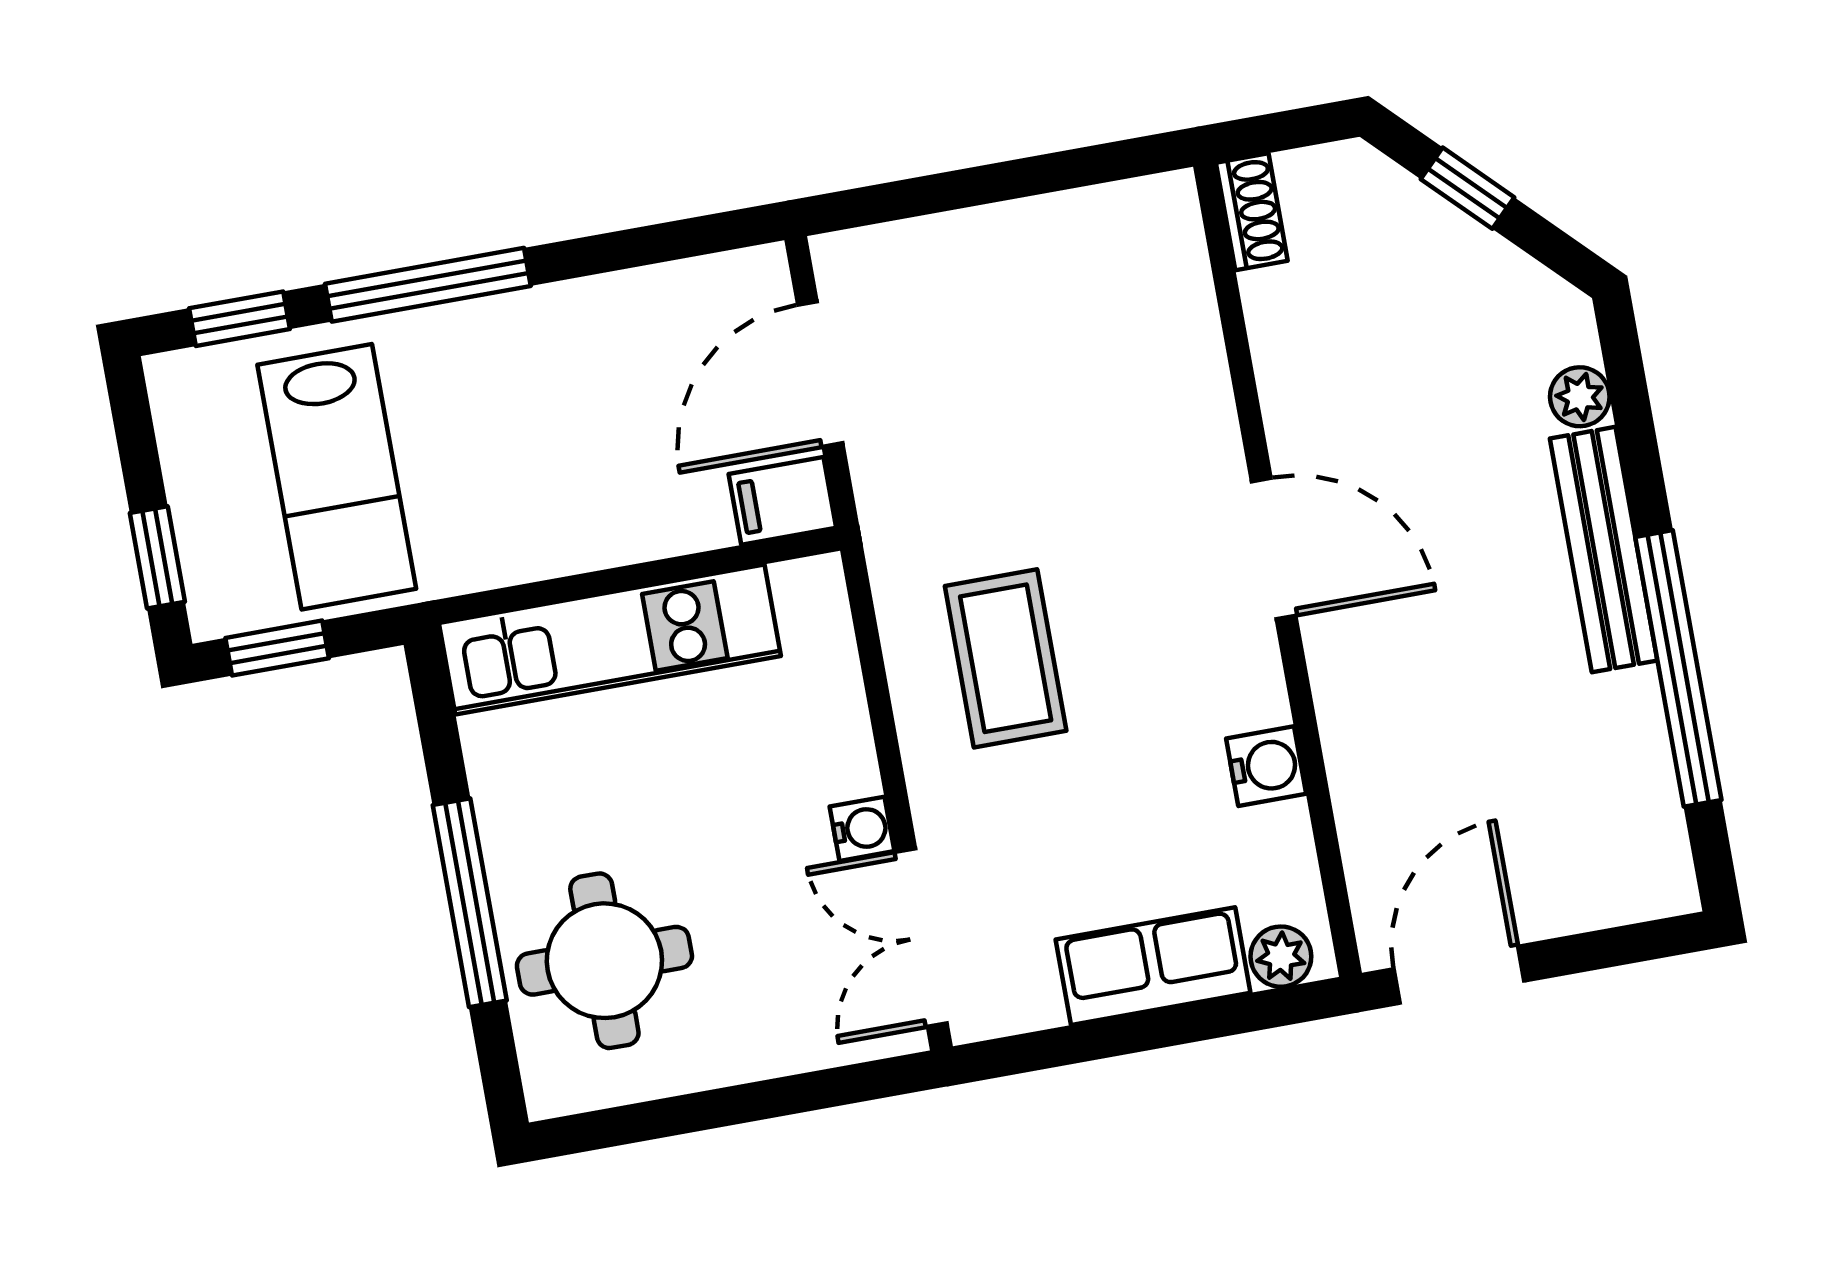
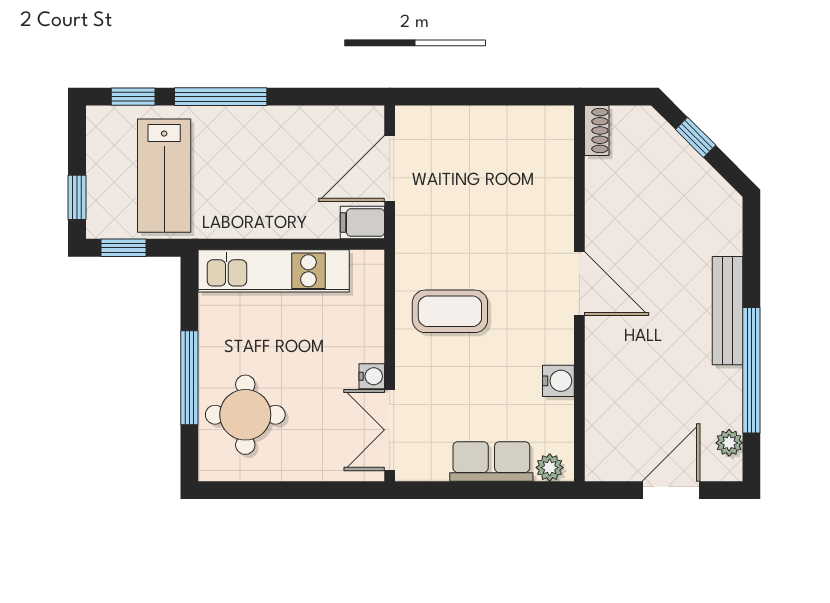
plant: (1580, 397) -> (729, 443), moved
coffee table: (1006, 658) -> (450, 311), turned 90
door: (1459, 975) -> (671, 490), moved

